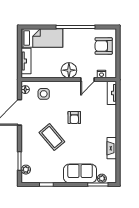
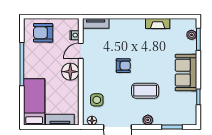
armchair: (104, 46) -> (43, 33), turned 90
door: (87, 80) -> (81, 51), swing flipped
coffee table: (52, 137) -> (145, 91), turned 40
plant: (26, 170) -> (148, 120), moved
sofa: (80, 173) -> (186, 73), moved

